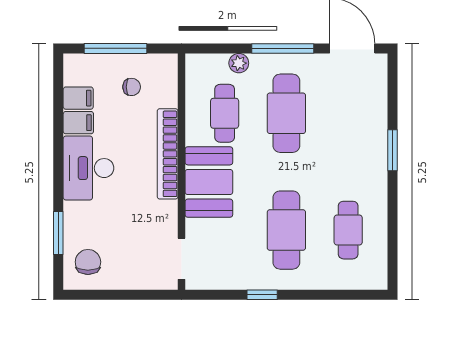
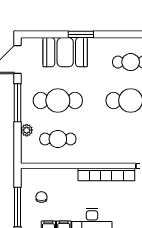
bookcase: (168, 154) -> (106, 175), moved
booth: (209, 182) -> (65, 52), moved

